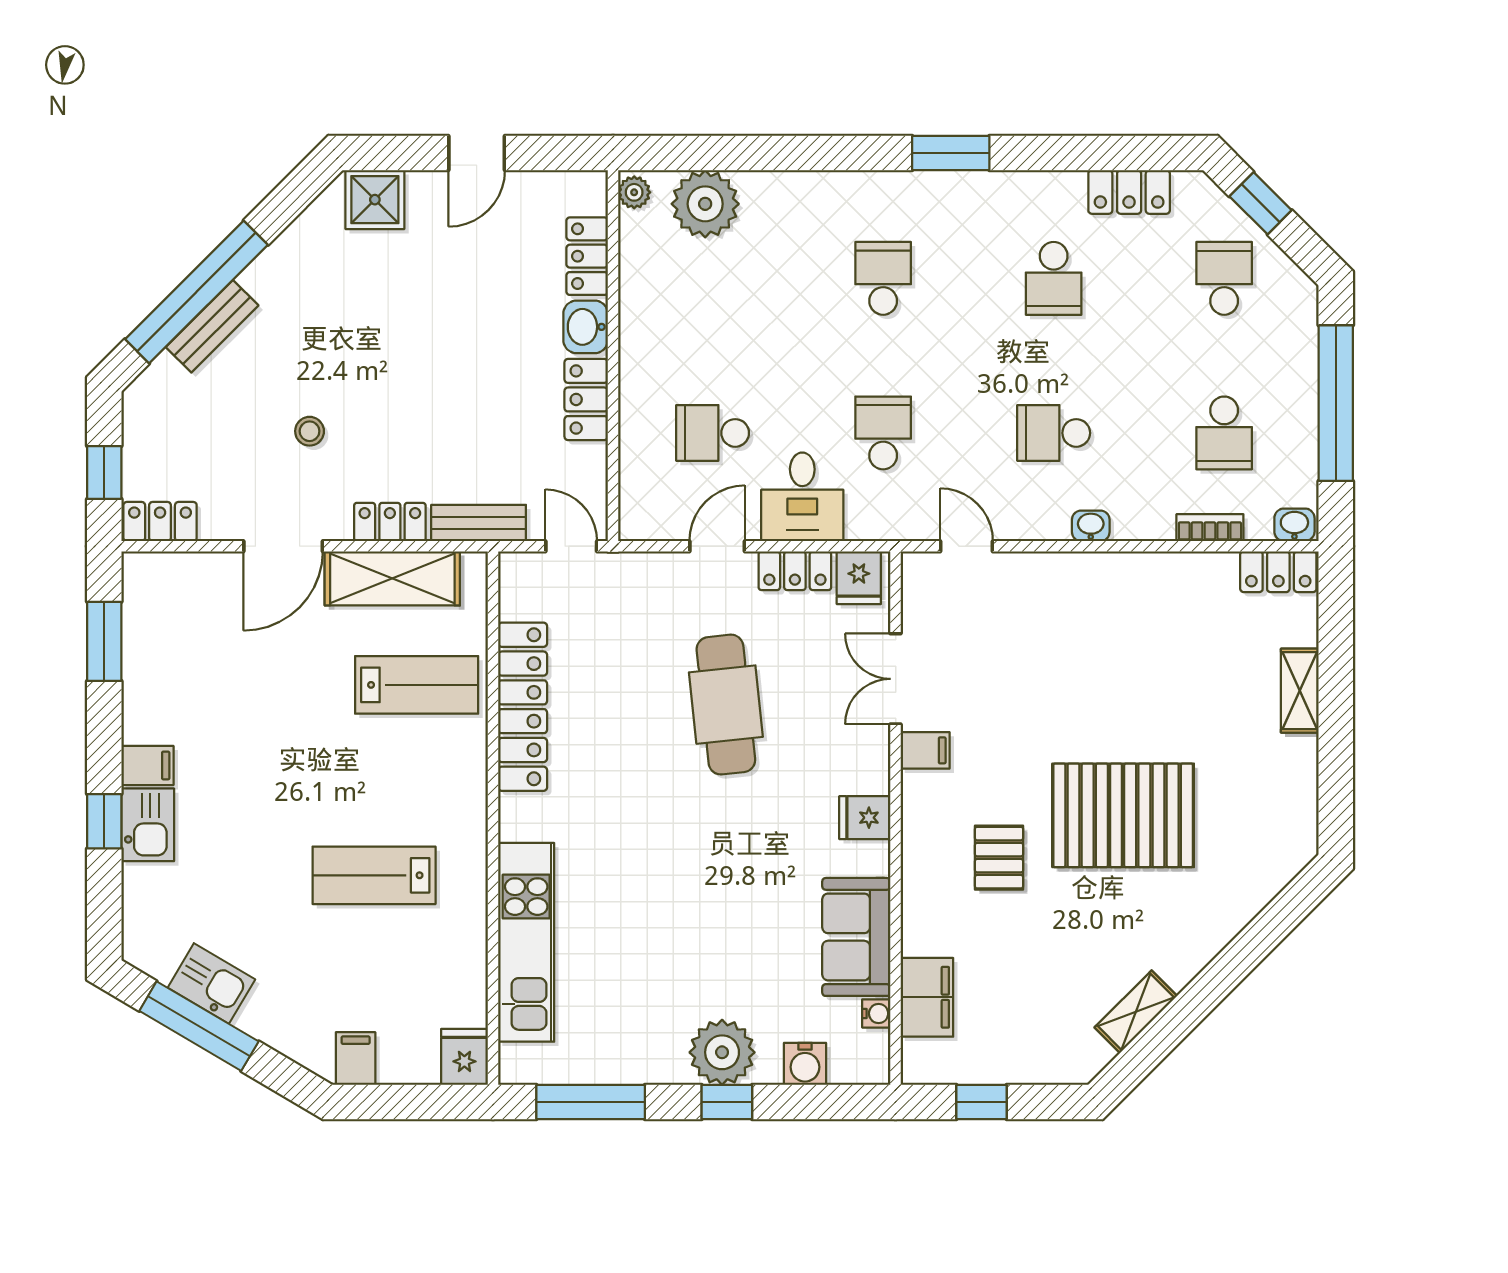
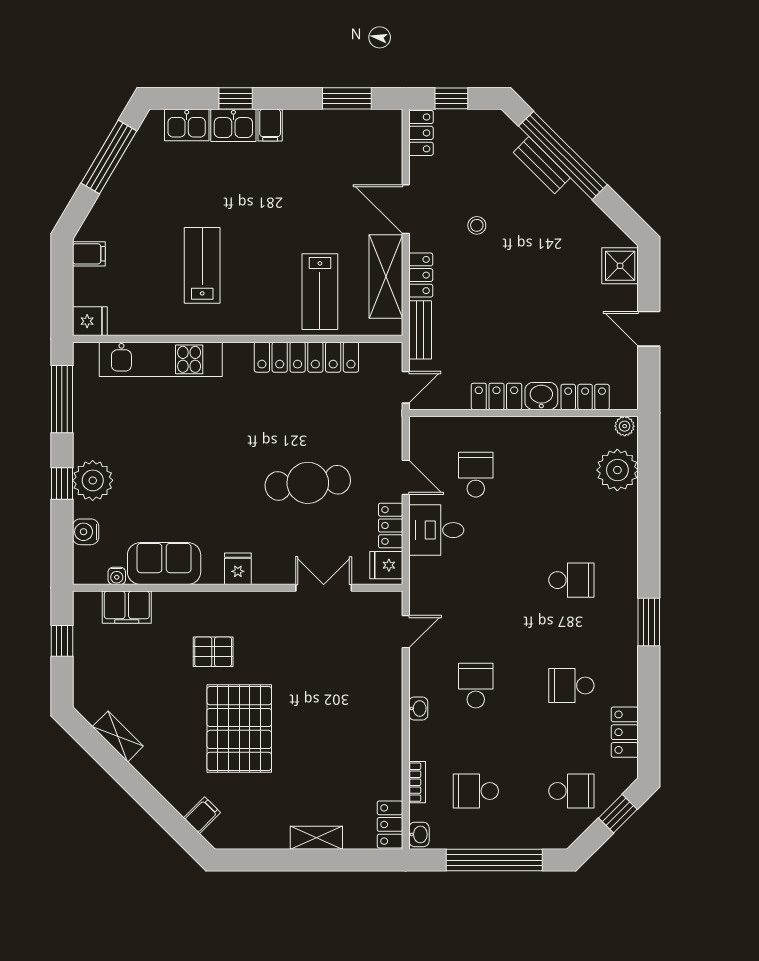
school desk: (883, 433) -> (476, 580), removed
filing cabinet: (925, 750) -> (202, 815), moved, turned -135
kitchen sink: (211, 984) -> (187, 125), moved, turned 59

